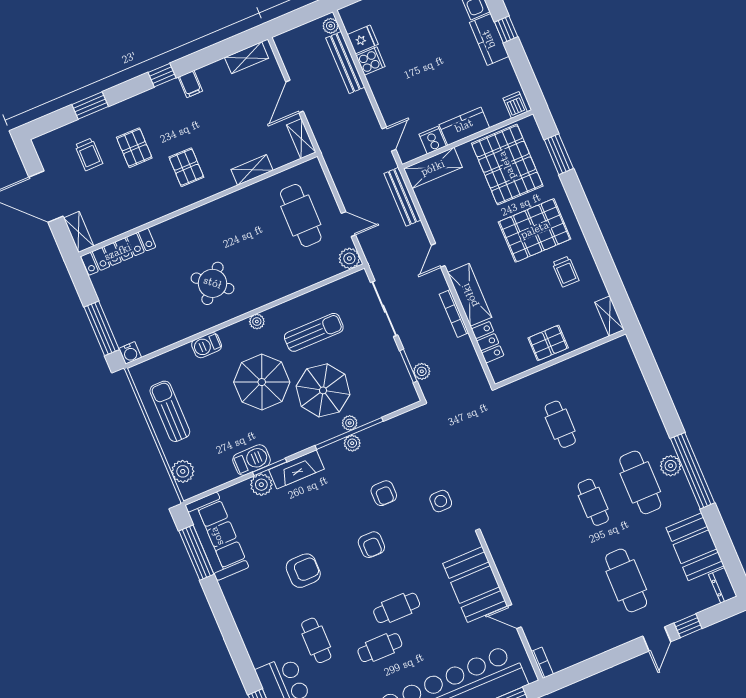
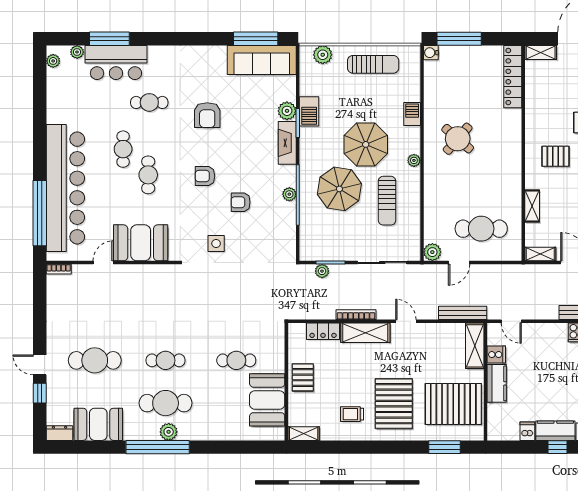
dishwasher: (515, 105) -> (527, 431), moved, turned -90
booth: (589, 372) -> (267, 400), added
plant: (350, 423) -> (306, 199), removed

